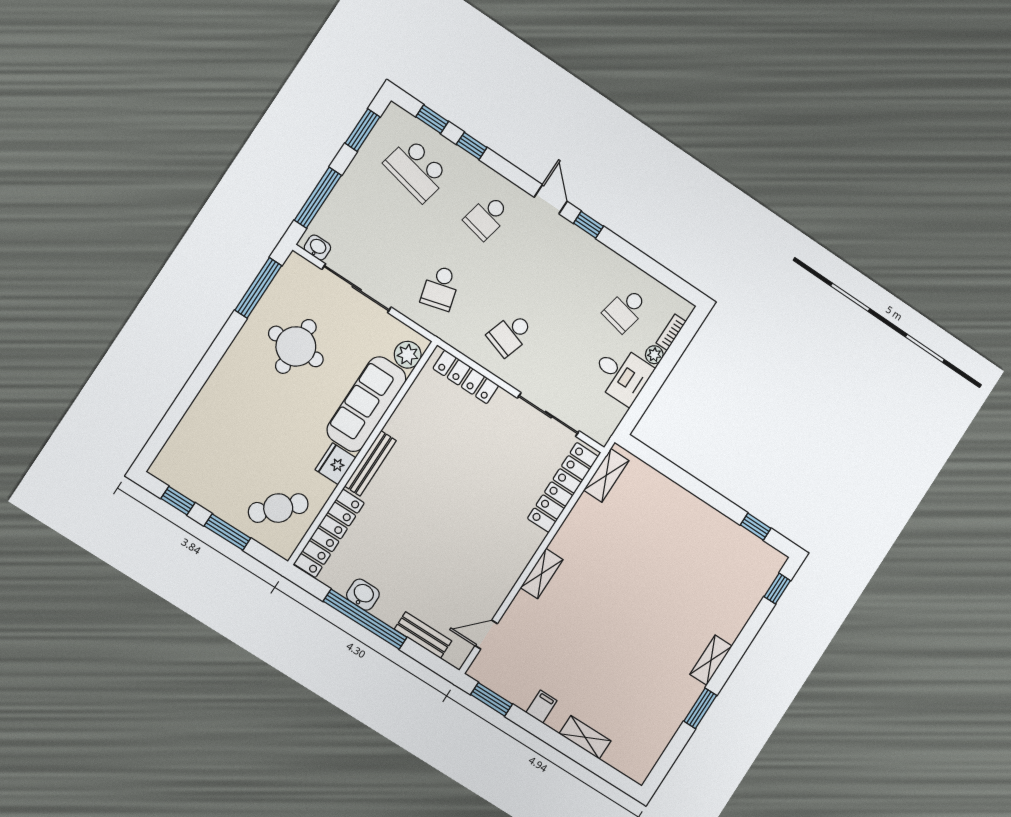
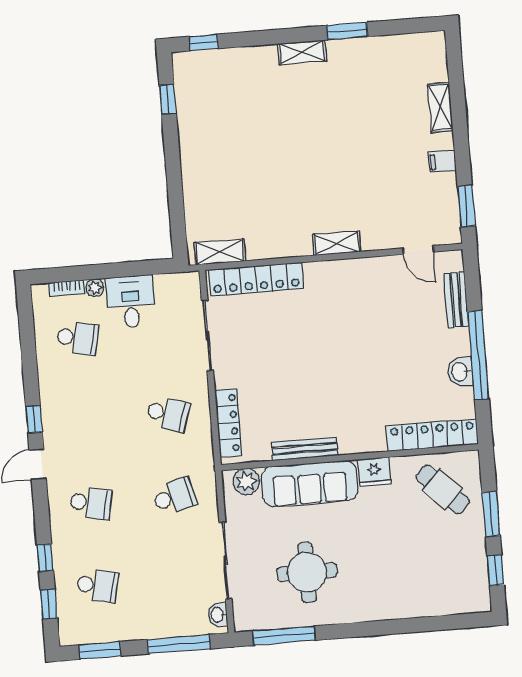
school desk: (417, 170) -> (97, 586), width x0.54
bench: (370, 463) -> (305, 449), moved

